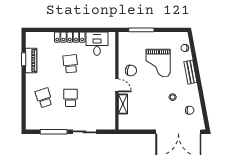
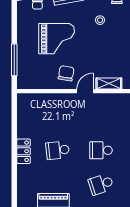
locker: (70, 37) -> (24, 151), width x0.66
desk: (97, 44) -> (32, 117), removed

